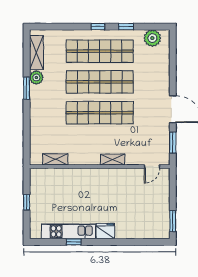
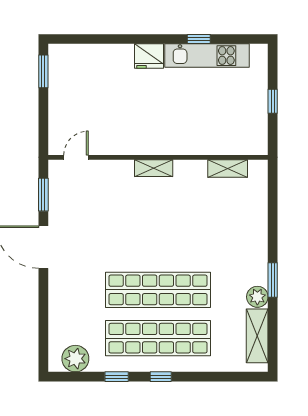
shop shelf: (100, 113) -> (158, 242), removed
shelving: (113, 160) -> (154, 168), moved

